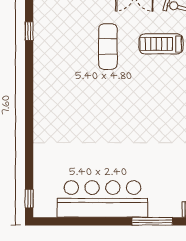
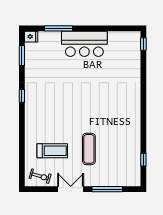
bar counter: (102, 199) -> (84, 44), width x0.73

